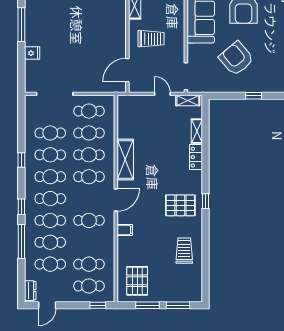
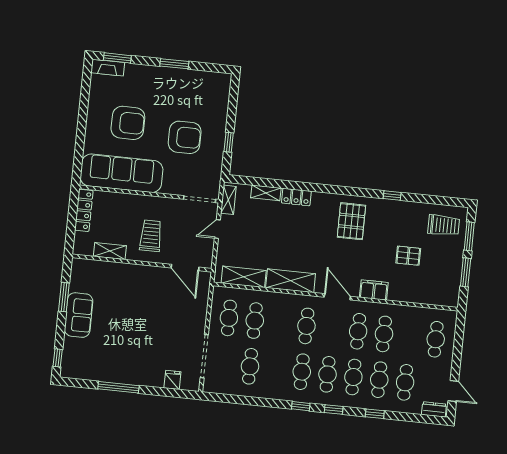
fridge: (32, 53) -> (172, 380), moved
armchair: (236, 58) -> (185, 137), turned -140
window: (254, 96) -> (229, 142), moved
shelving: (125, 120) -> (244, 277), added
cafe table: (50, 155) -> (276, 369), removed
cafe table: (89, 155) -> (281, 323), removed
window: (21, 160) -> (301, 406), moved
window: (205, 201) -> (392, 196), moved
filing cabinet: (125, 230) -> (374, 290), width x2.00
window: (21, 241) -> (375, 414), width x0.46
trolley: (184, 251) -> (444, 225), moved, turned 180
cafe table: (89, 264) -> (384, 334), moved
pallet: (137, 281) -> (408, 256), moved, width x0.67, depth x0.71
window: (98, 305) -> (459, 331), removed

